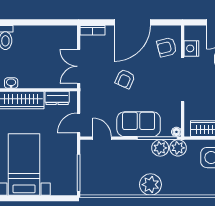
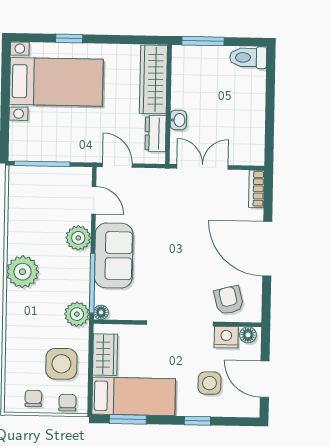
floor lamp: (190, 34) -> (248, 335), added
armchair: (125, 79) -> (182, 236), removed
washbasin: (11, 83) -> (178, 120), moved
door: (102, 138) -> (94, 200), hinge flipped
plant: (160, 148) -> (78, 238), moved

